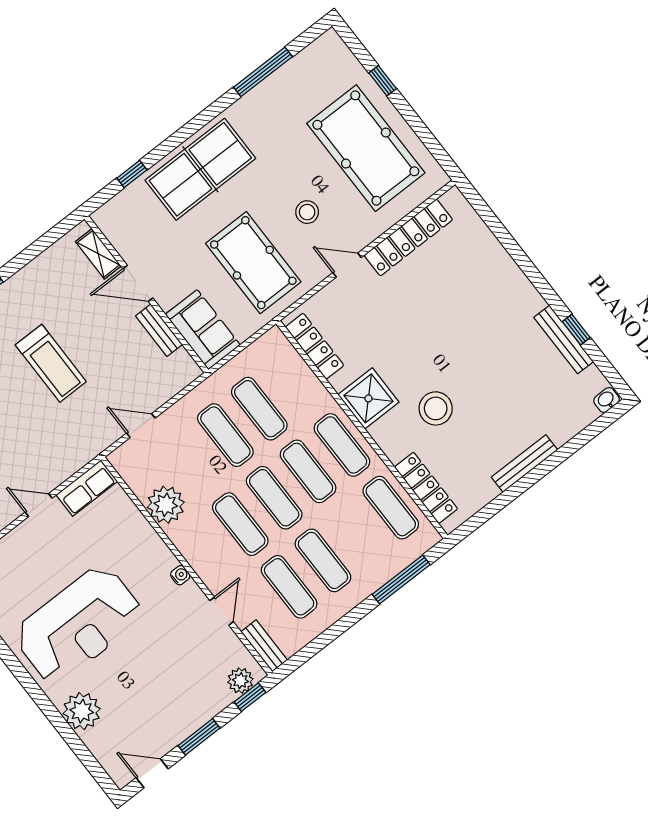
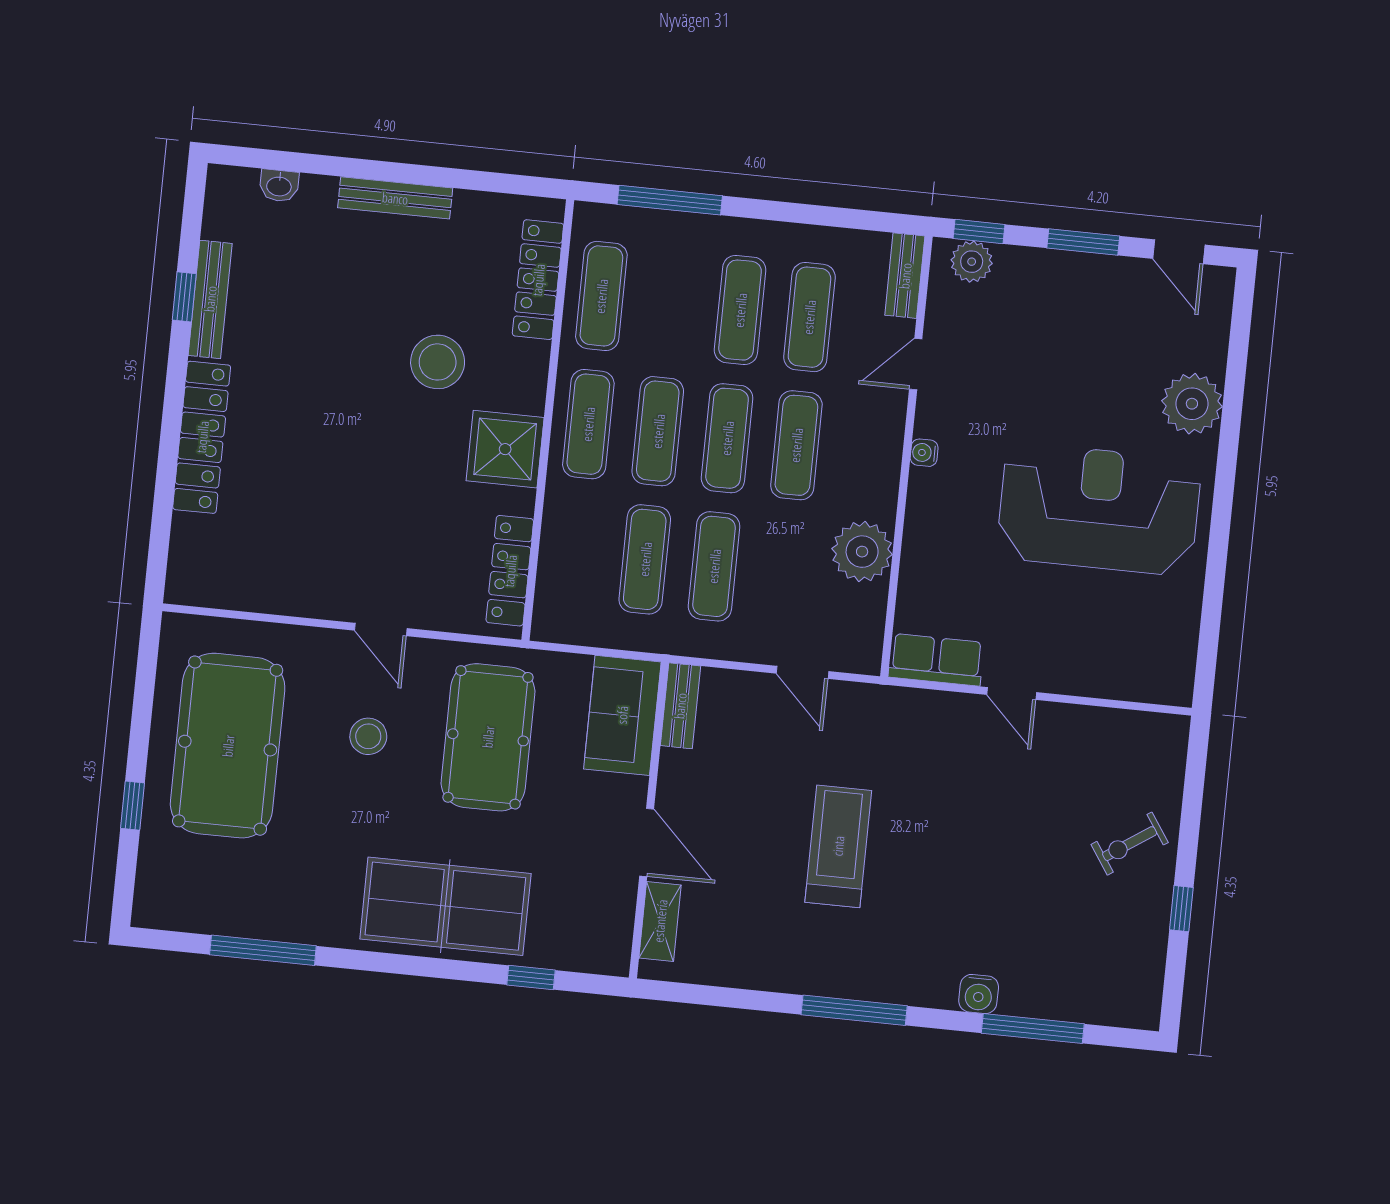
locker: (408, 237) -> (202, 437), moved, turned 90
bench: (159, 330) -> (680, 706), moved
washbasin: (606, 400) -> (279, 186), moved

